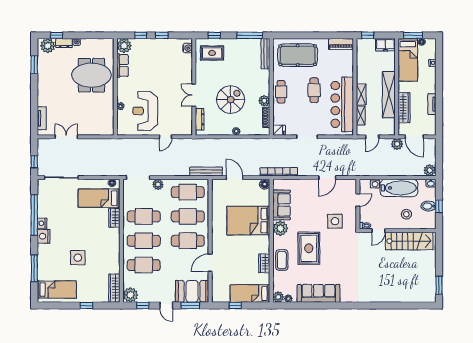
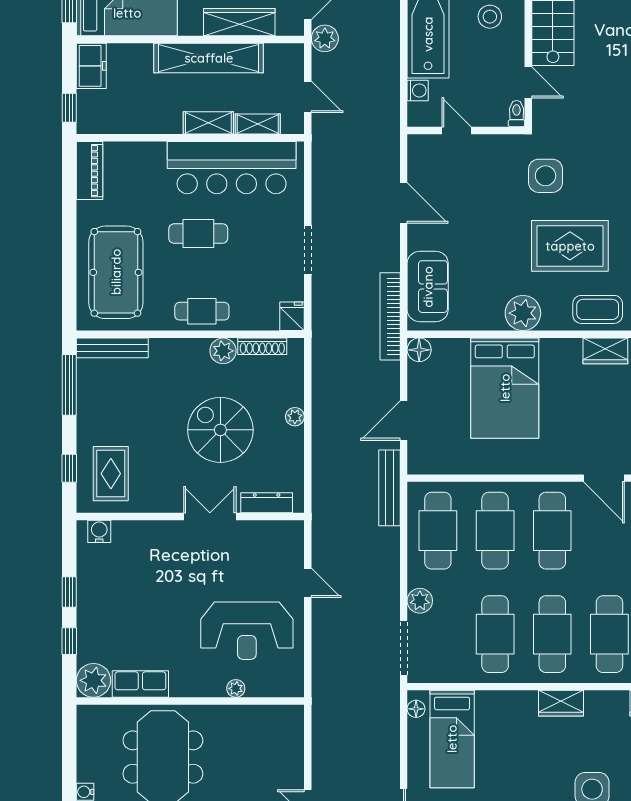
double door: (194, 95) -> (210, 516), swing flipped
sofa: (281, 205) -> (428, 287), moved, turned 90
wardrobe: (114, 218) -> (561, 703), moved
side table: (335, 221) -> (545, 176), moved

